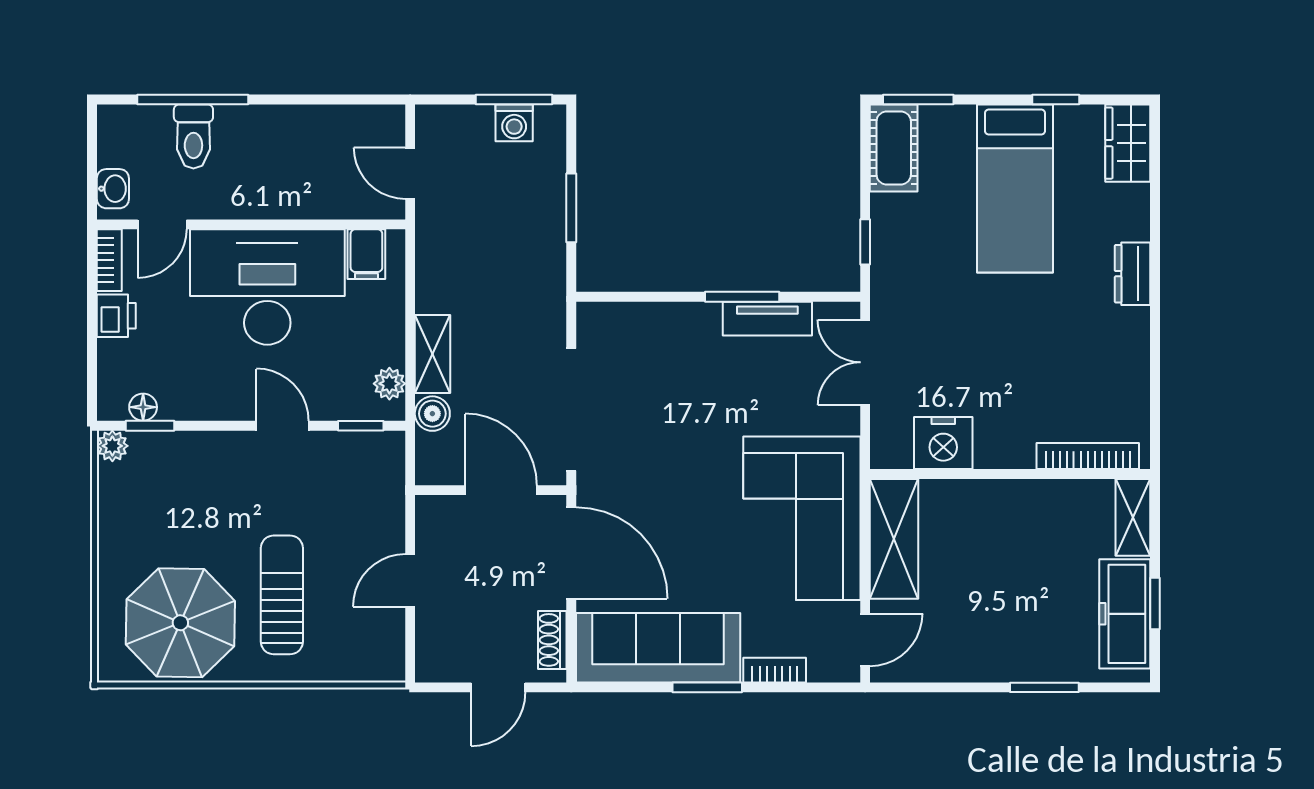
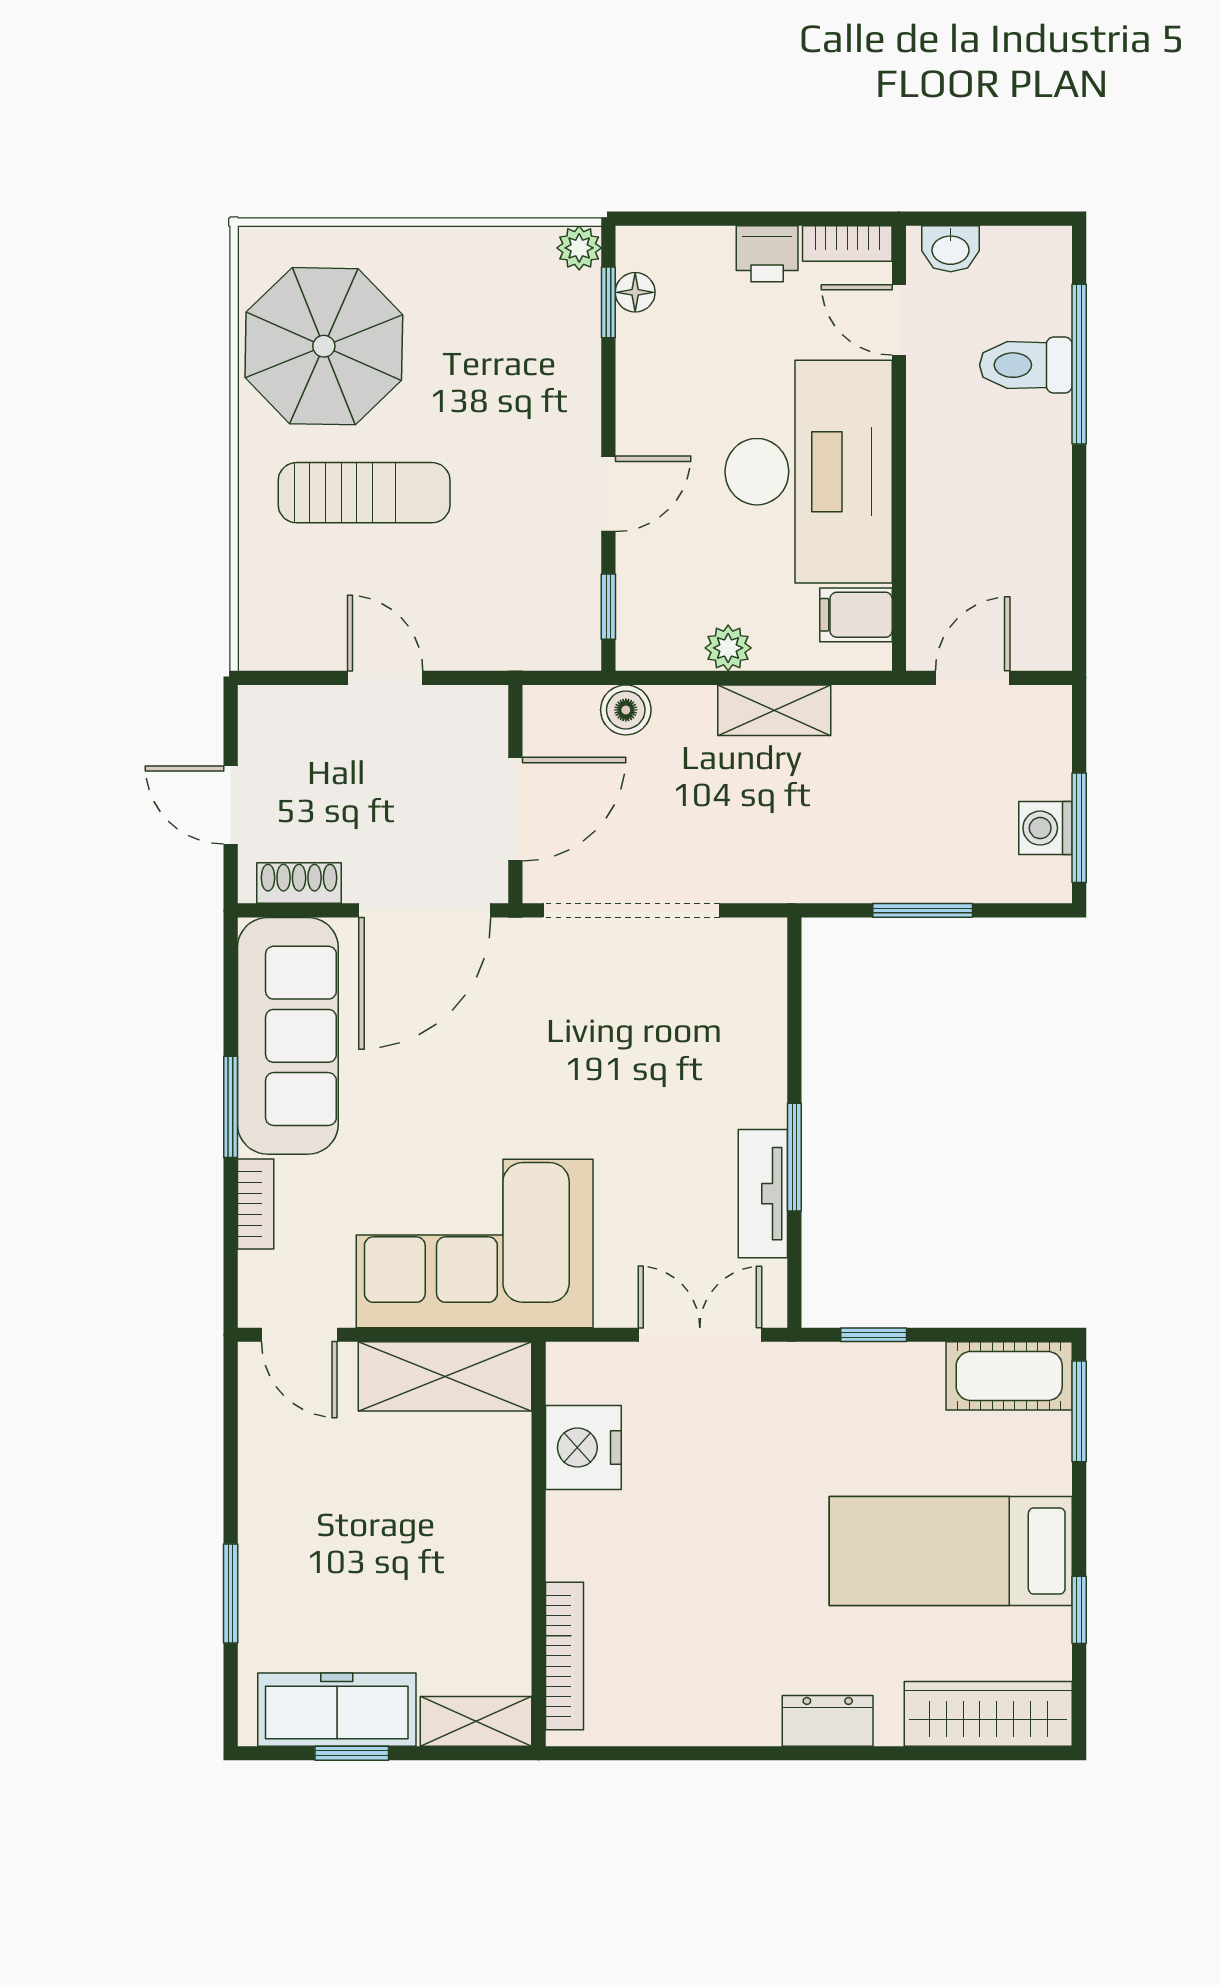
wardrobe: (1128, 143) -> (988, 1714), width x1.50
shelving: (433, 354) -> (774, 710), moved
plant: (389, 384) -> (728, 648), moved

